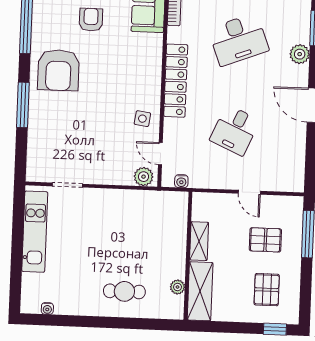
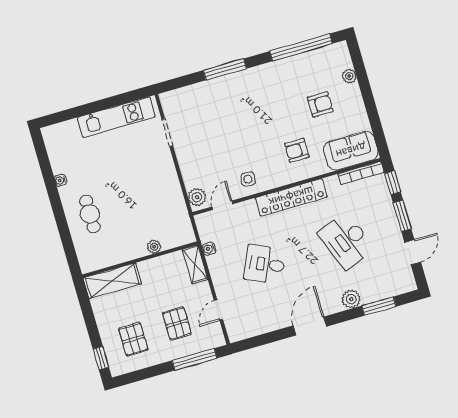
armchair: (58, 70) -> (297, 150), moved, width x0.53, depth x0.53
water cooler: (181, 181) -> (209, 249), moved
door: (249, 192) -> (218, 310), moved
shelving: (199, 241) -> (195, 264), moved, turned 90
plant: (178, 287) -> (154, 247), moved
pallet: (267, 290) -> (133, 339), turned 90
water cooler: (47, 308) -> (61, 180), moved

